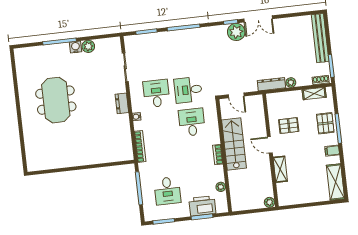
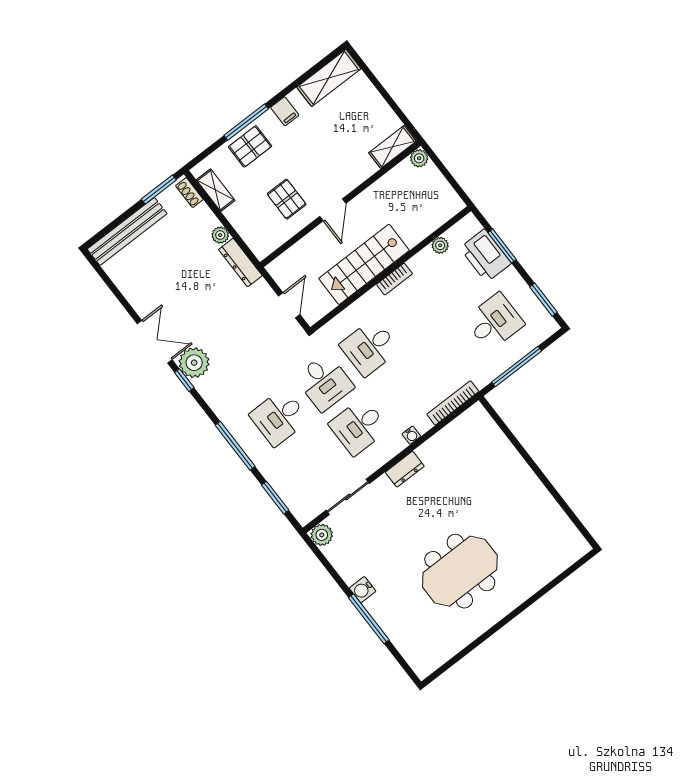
plant: (88, 46) -> (322, 535), moved
desk: (184, 57) -> (279, 417), added
shelving: (280, 169) -> (392, 147), moved

